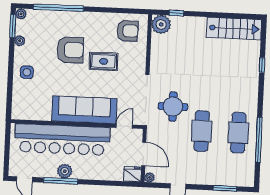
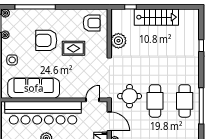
plant: (161, 24) -> (118, 41), moved
stairs: (234, 28) -> (156, 17), moved
armchair: (70, 50) -> (46, 40), turned 180
round table: (173, 107) -> (130, 96), moved
sofa: (84, 110) -> (34, 88), moved

